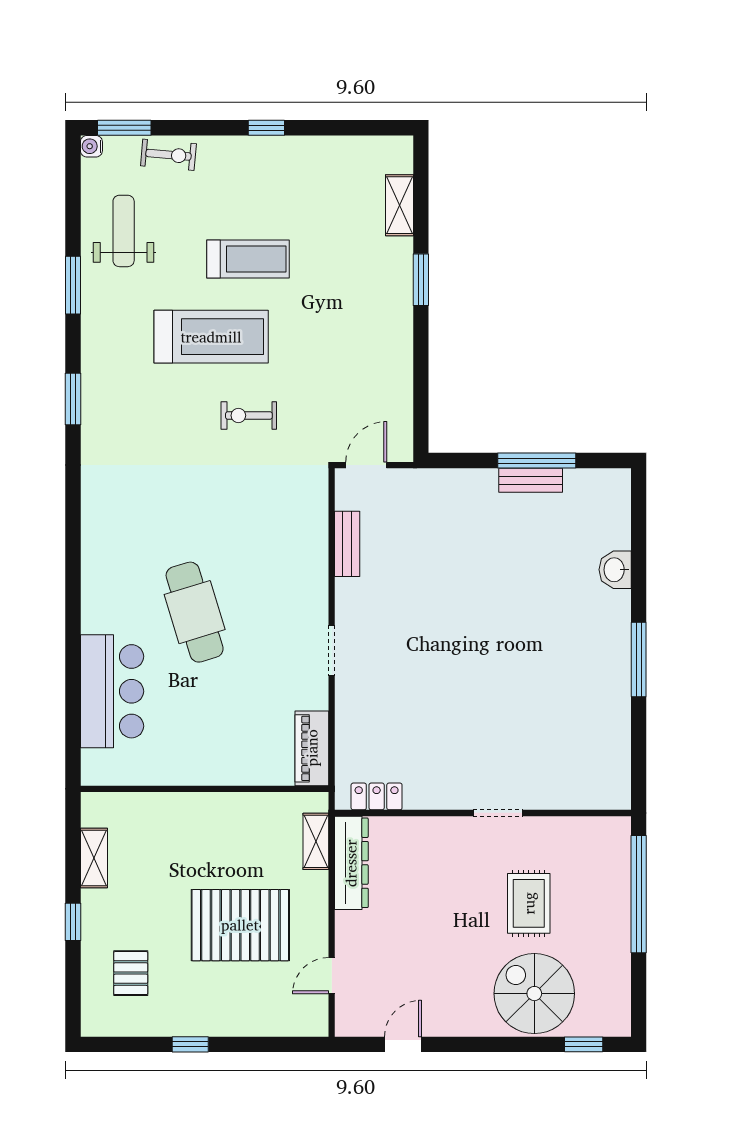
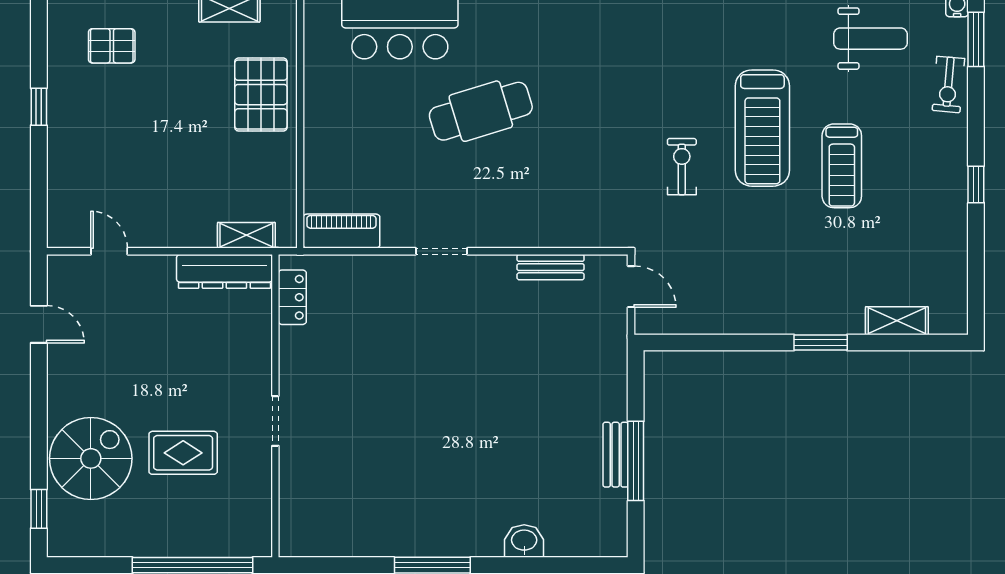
pallet: (240, 925) -> (261, 95), moved, width x0.73, depth x0.71

